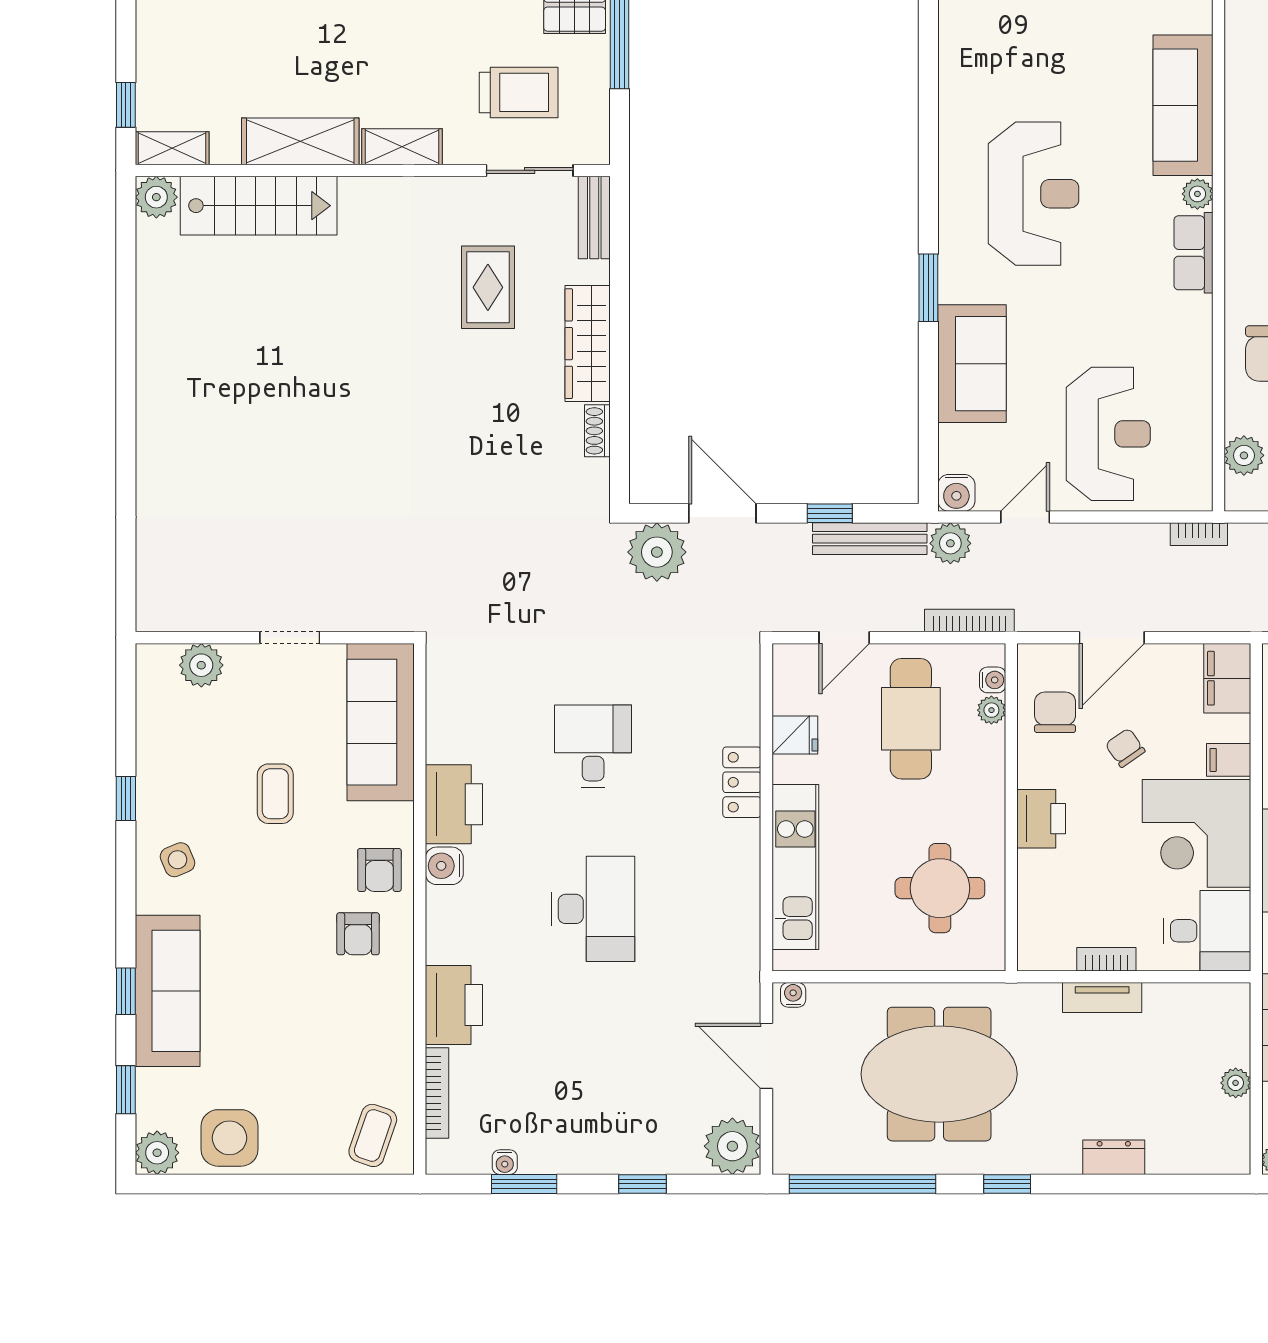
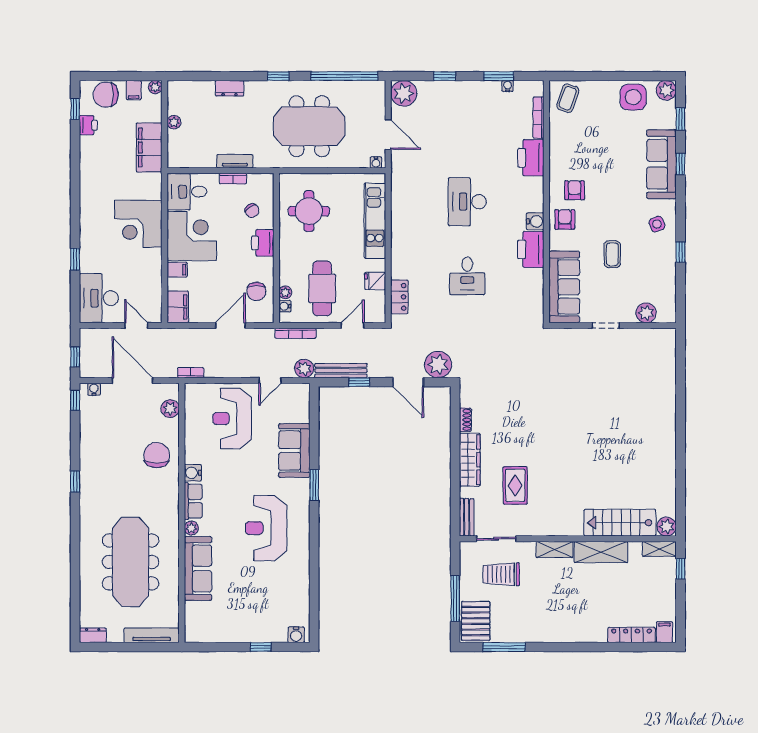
water cooler: (956, 493) -> (193, 473), moved, turned -90
chair: (1125, 748) -> (252, 211), moved
locker: (742, 782) -> (399, 297), moved

